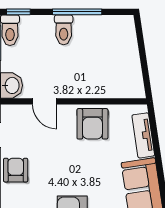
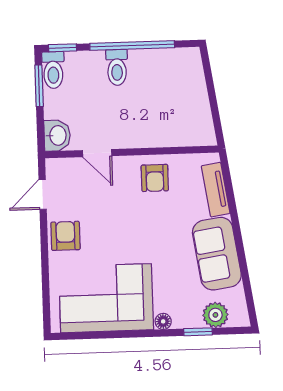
window: (77, 12) -> (132, 45), width x1.46
armchair: (92, 124) -> (155, 178), width x0.72, depth x0.72

